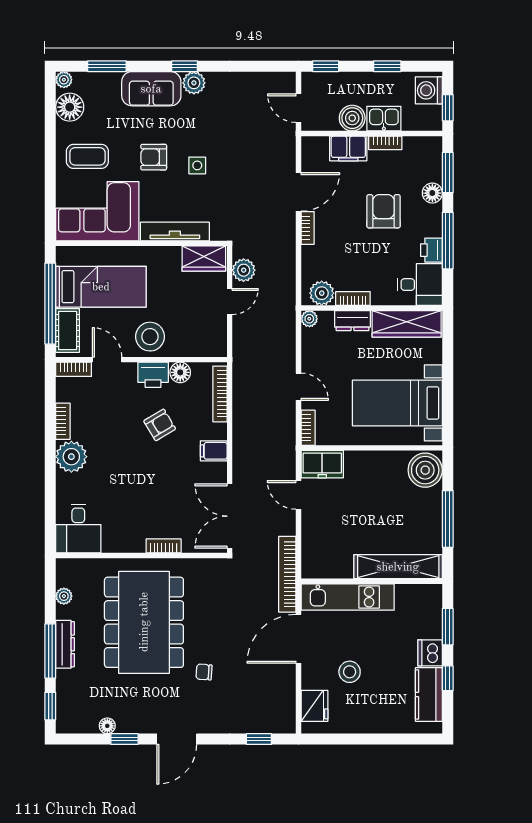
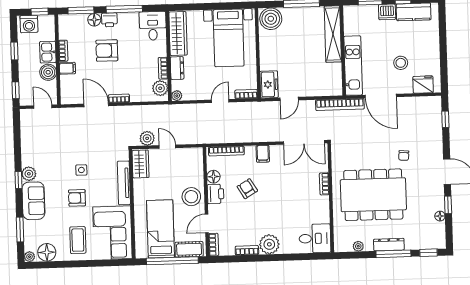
door: (299, 108) -> (43, 107), swing flipped
filing cabinet: (348, 149) -> (67, 68), width x0.50
armchair: (154, 157) -> (77, 198), turned 90
printer: (431, 250) -> (109, 20), moved

